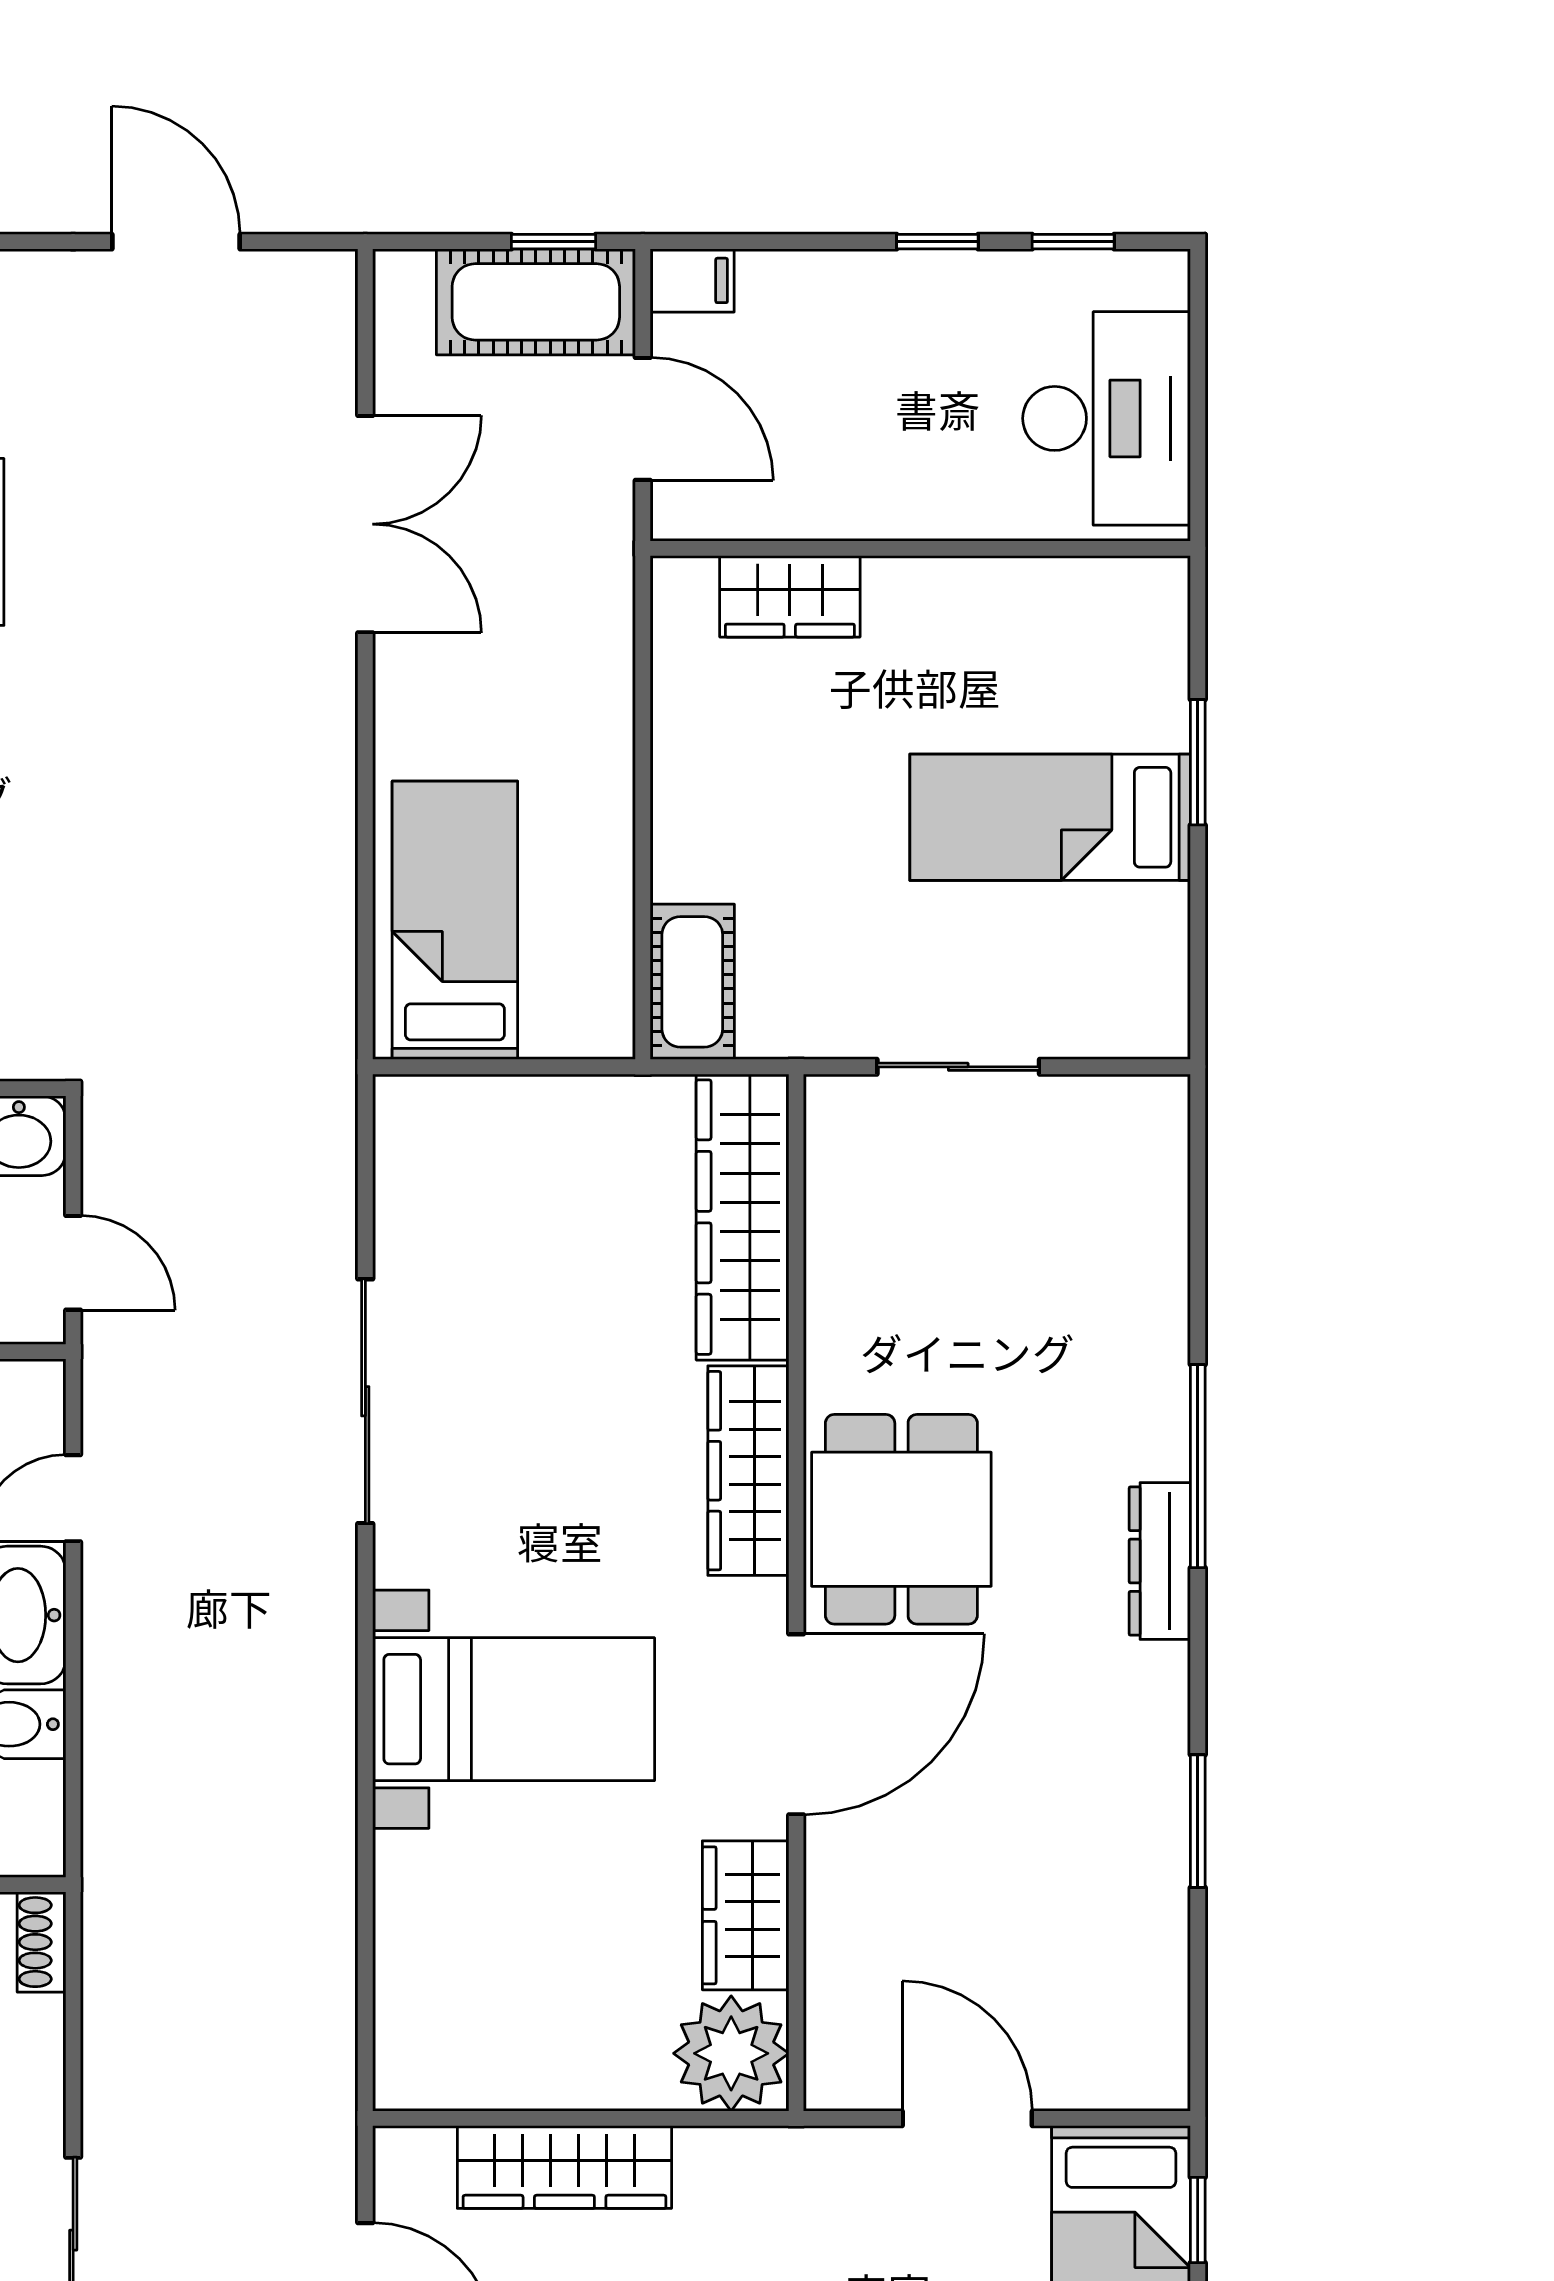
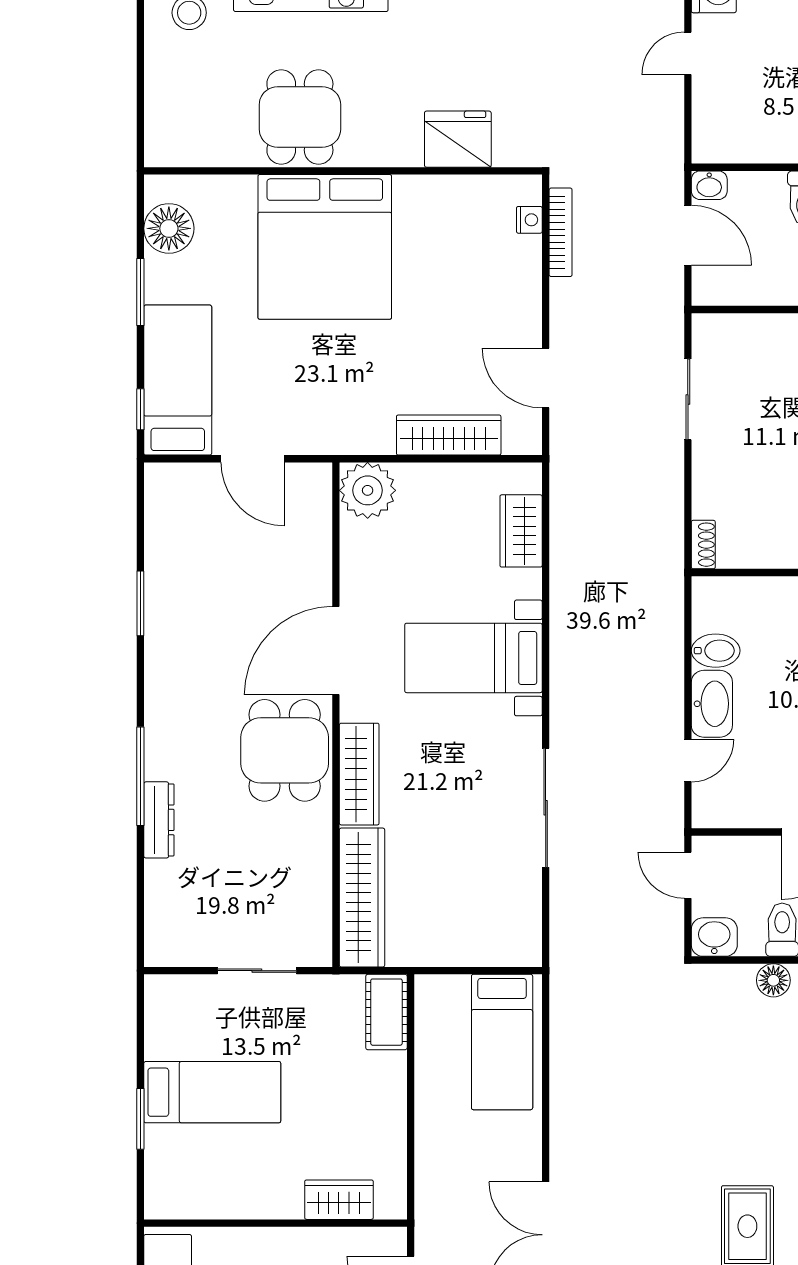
dresser: (1160, 1561) -> (159, 820), moved
wardrobe: (746, 1915) -> (521, 531), moved, turned 180

